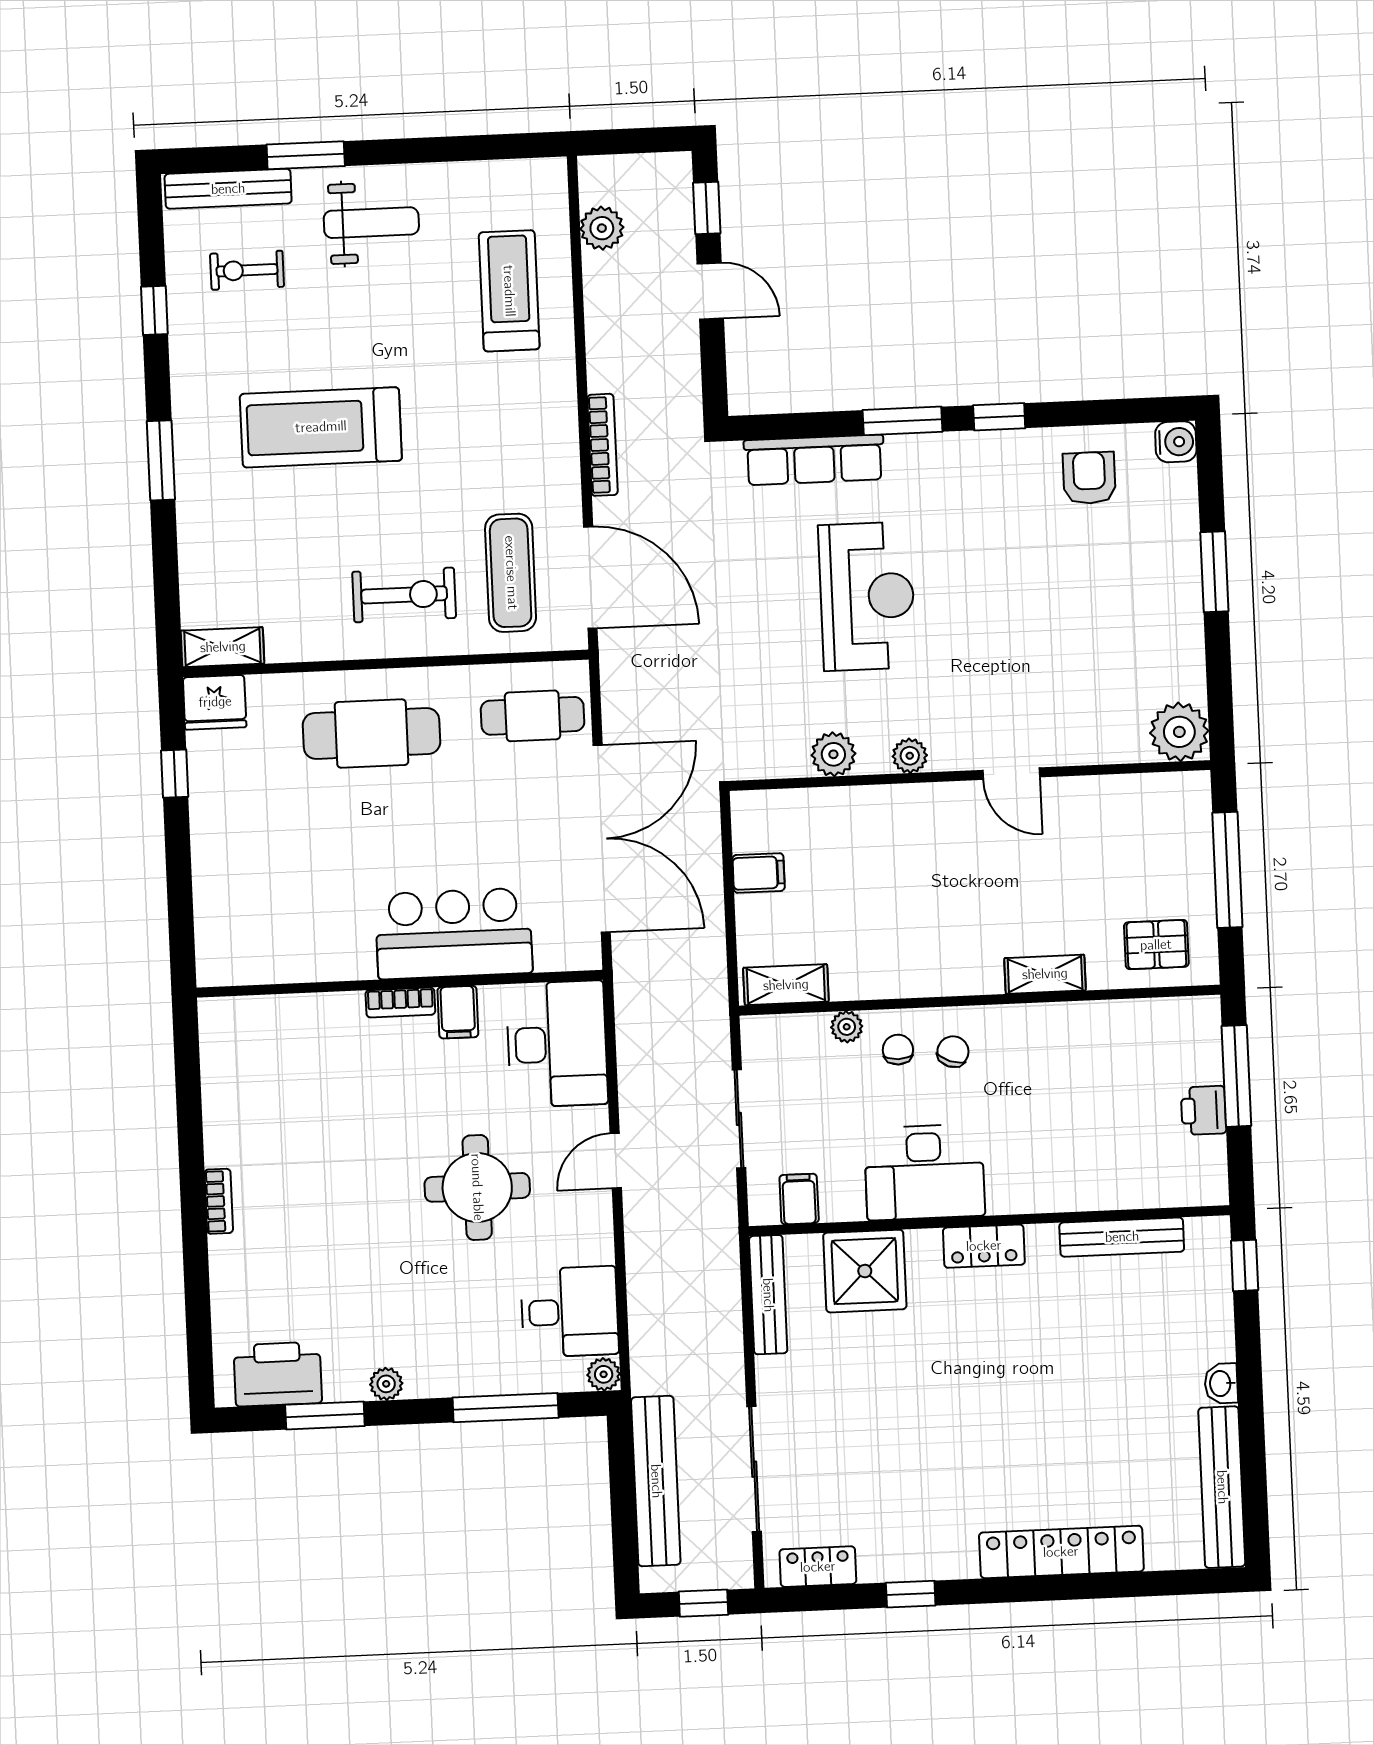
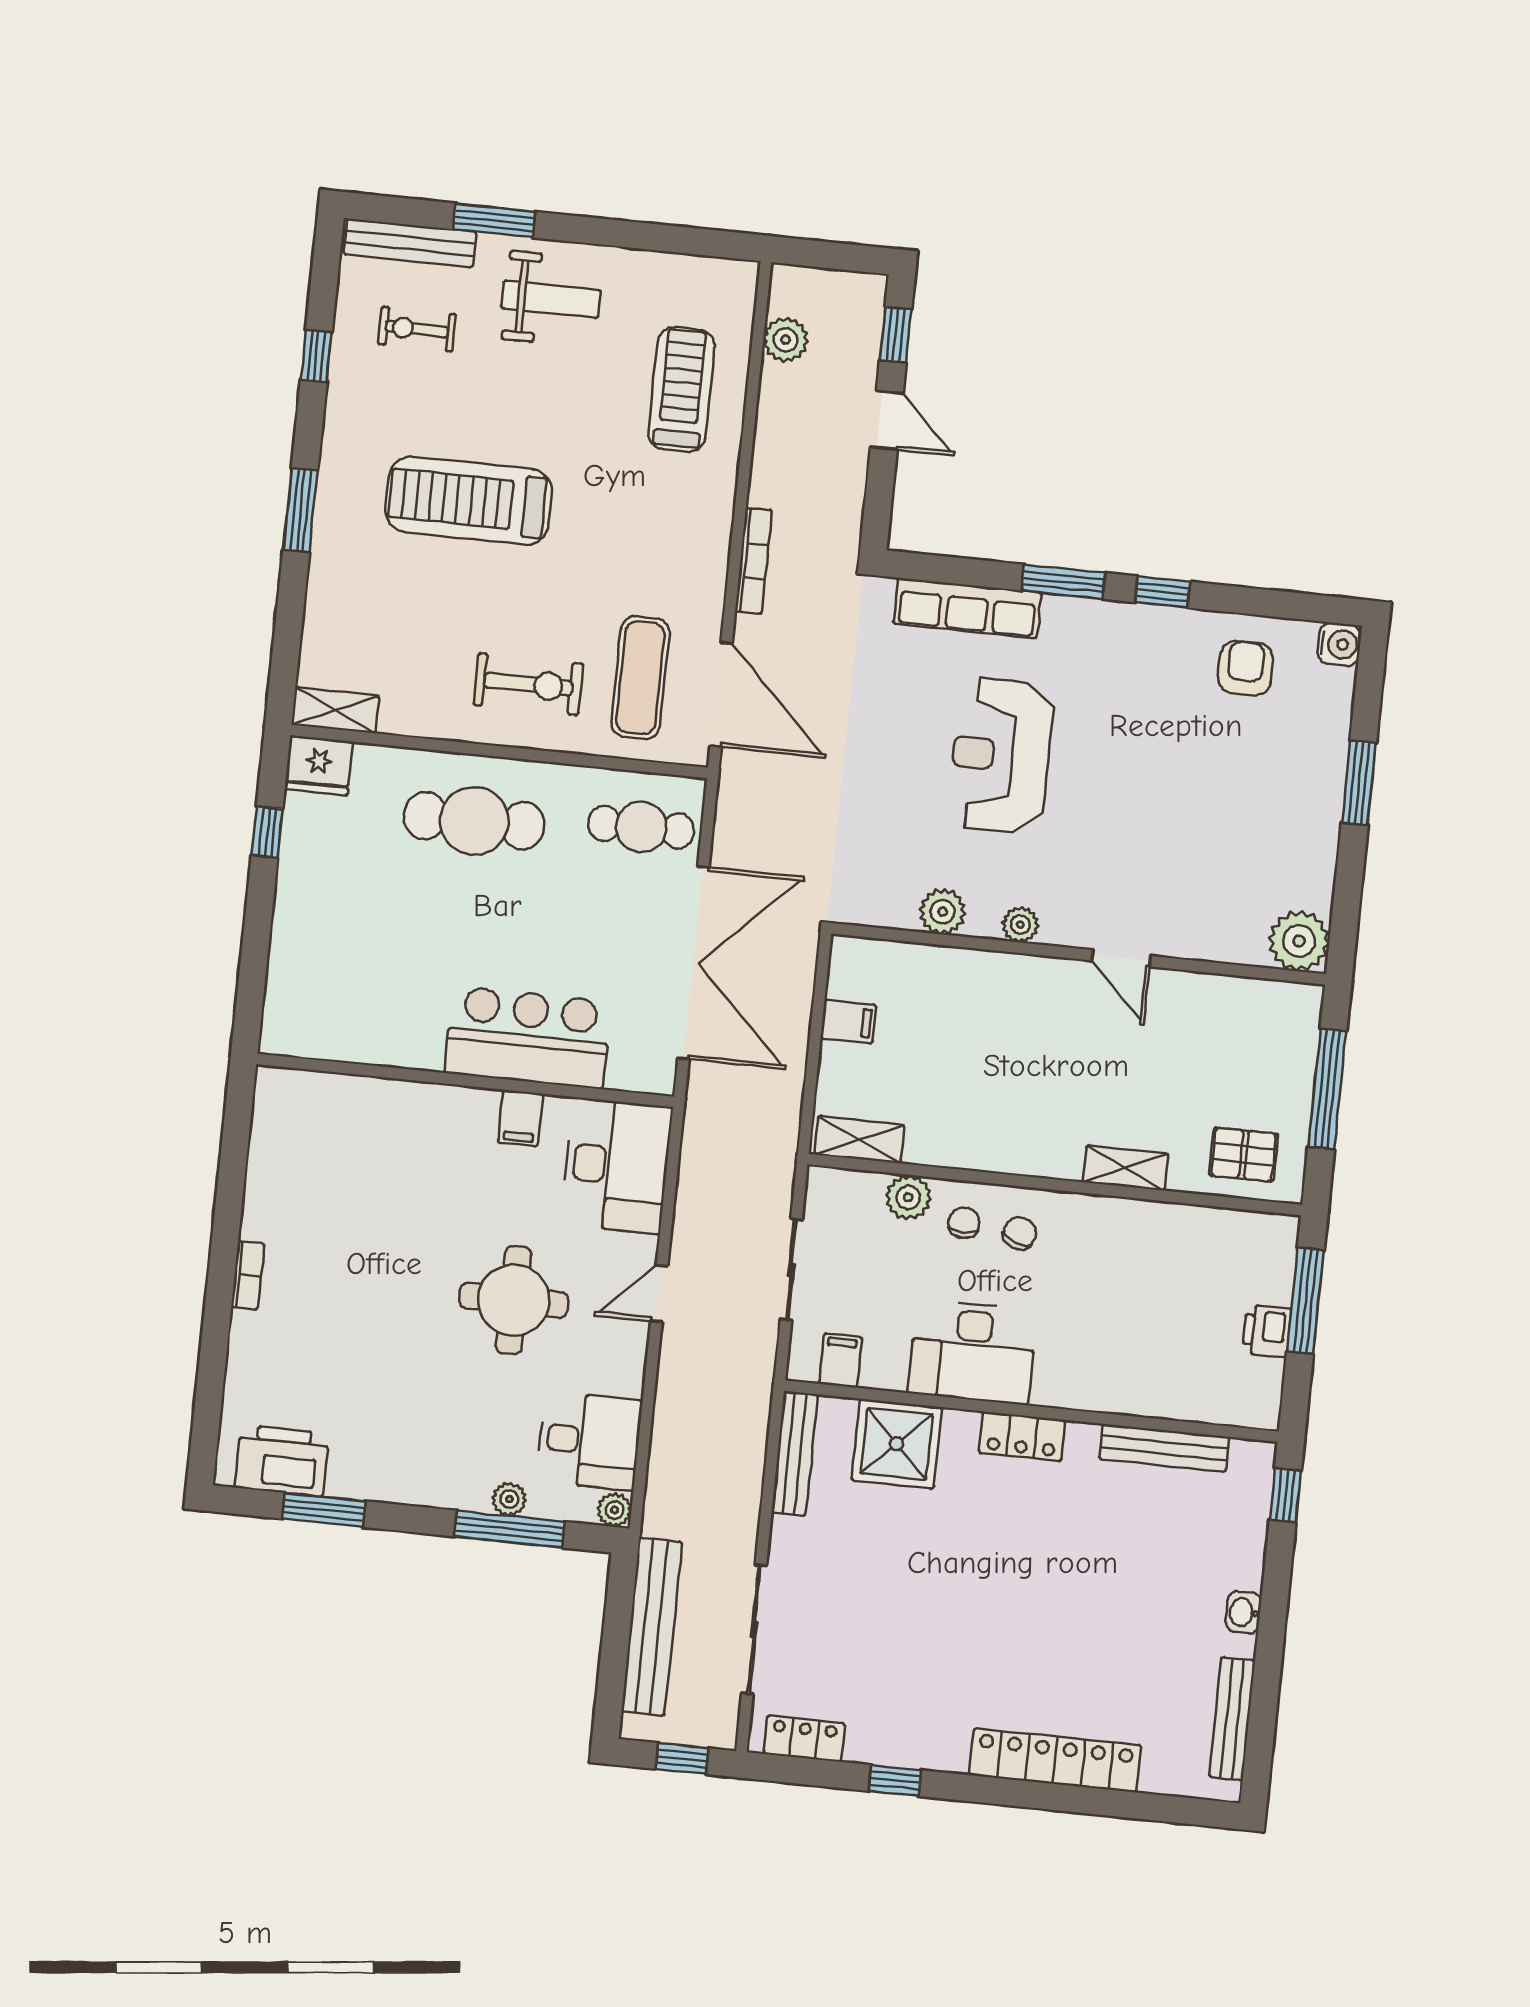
reception desk: (867, 596) -> (1001, 755), turned 180
bookcase: (400, 1002) -> (463, 1100), removed
plant: (847, 1027) -> (908, 1197), width x1.38, depth x1.38
plant: (386, 1384) -> (509, 1499), moved
bench: (1222, 1487) -> (1232, 1719), width x0.73, depth x0.82

